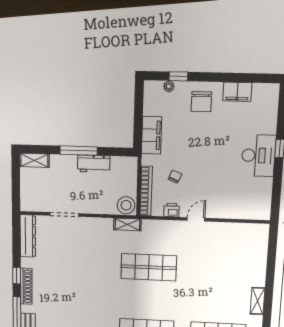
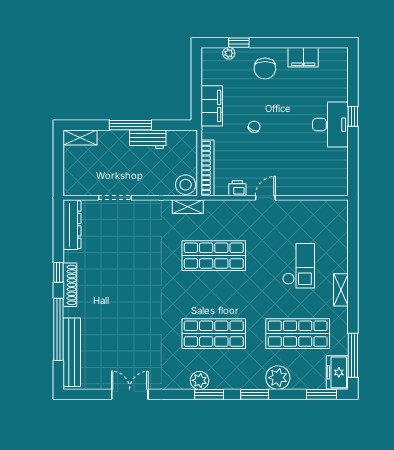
chair: (175, 177) -> (254, 127), moved
checkout: (222, 279) -> (299, 266), added

